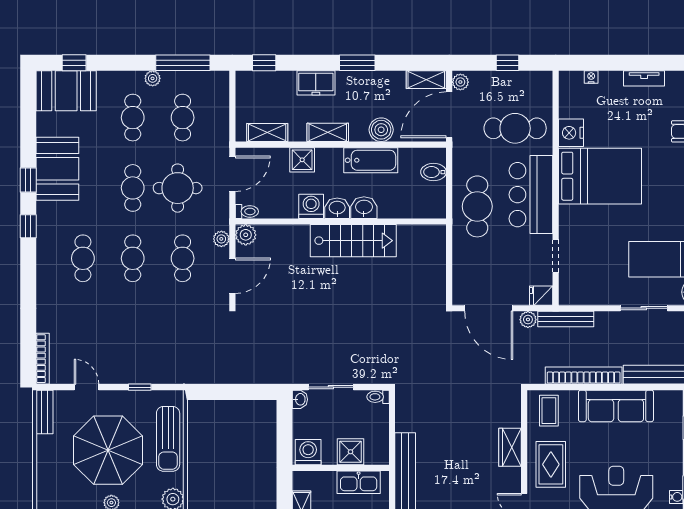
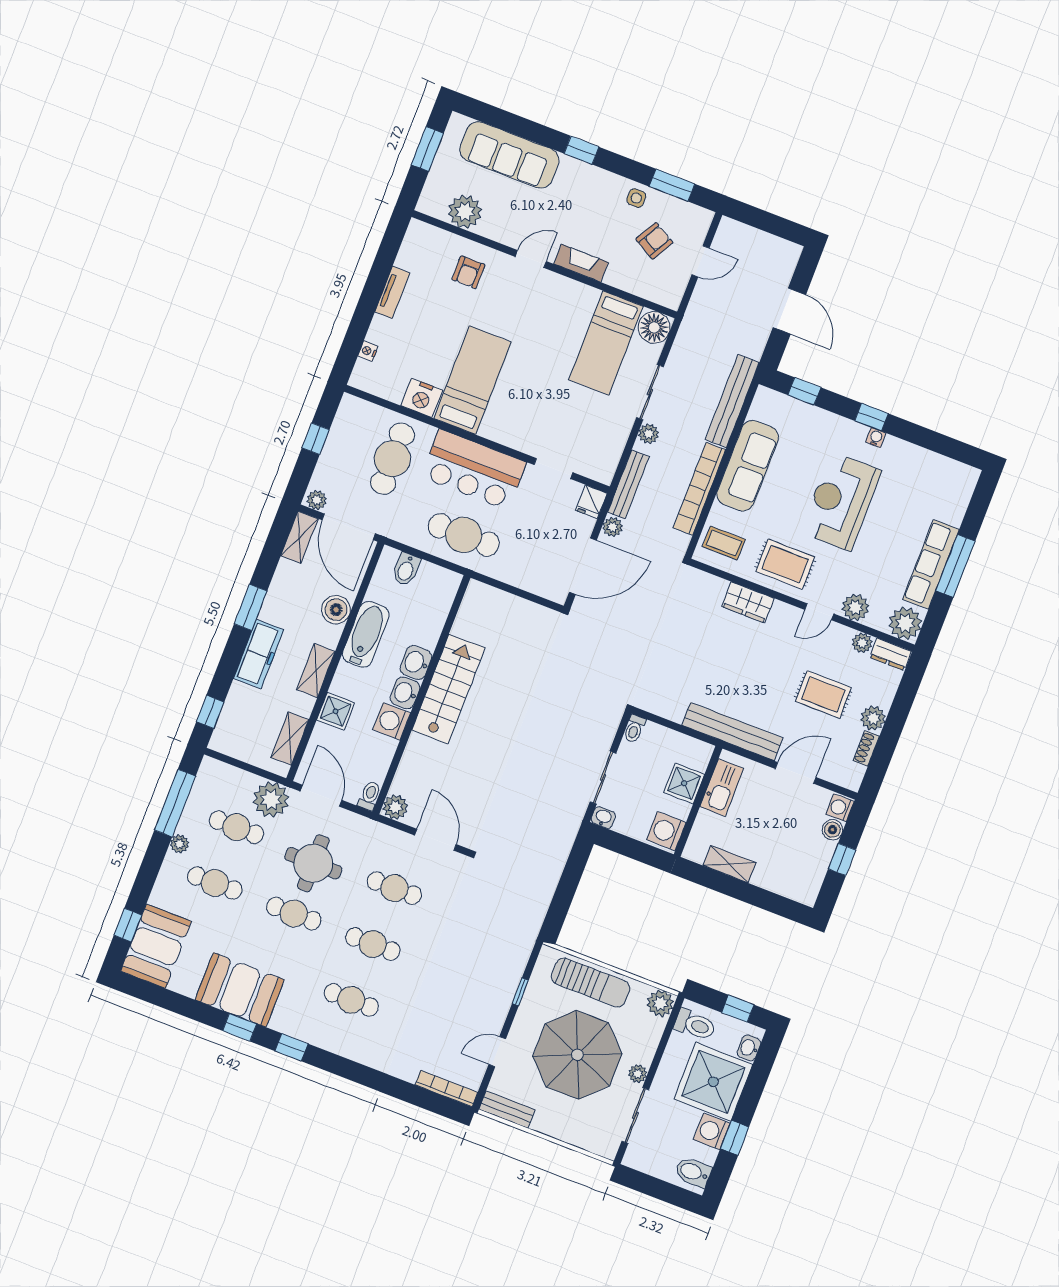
freezer: (316, 83) -> (259, 654), width x1.40
bed: (600, 176) -> (472, 380), width x0.67
plant: (221, 239) -> (271, 800), moved, width x1.87, depth x1.87
plant: (611, 320) -> (649, 434), added

